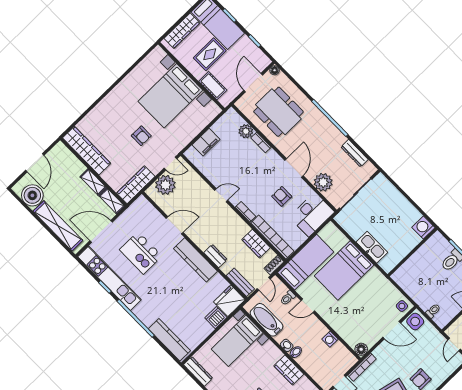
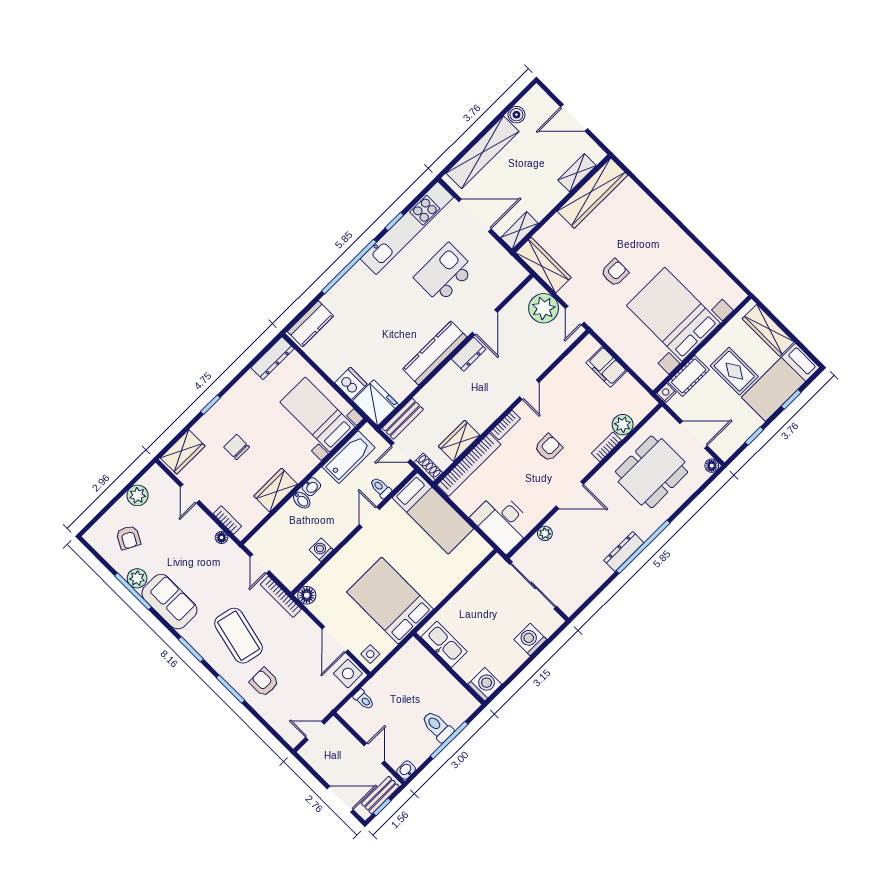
nightstand: (224, 101) -> (666, 393), added
armchair: (141, 136) -> (615, 273), turned 180
dresser: (354, 153) -> (624, 551), moved
shelving: (93, 182) -> (577, 173), moved
plant: (323, 182) -> (545, 533), width x0.53, depth x0.53
boiler: (32, 195) -> (516, 115), width x0.54, depth x0.54
armchair: (282, 196) -> (548, 448), moved
washing machine: (393, 196) -> (530, 640), added
door: (101, 231) -> (475, 215), hinge flipped
kitchen sink: (372, 247) -> (444, 644), moved, turned -90
dresser: (215, 256) -> (469, 354), moved
bed: (344, 270) -> (390, 601), moved
kitchen counter: (169, 340) -> (310, 324), width x0.67

